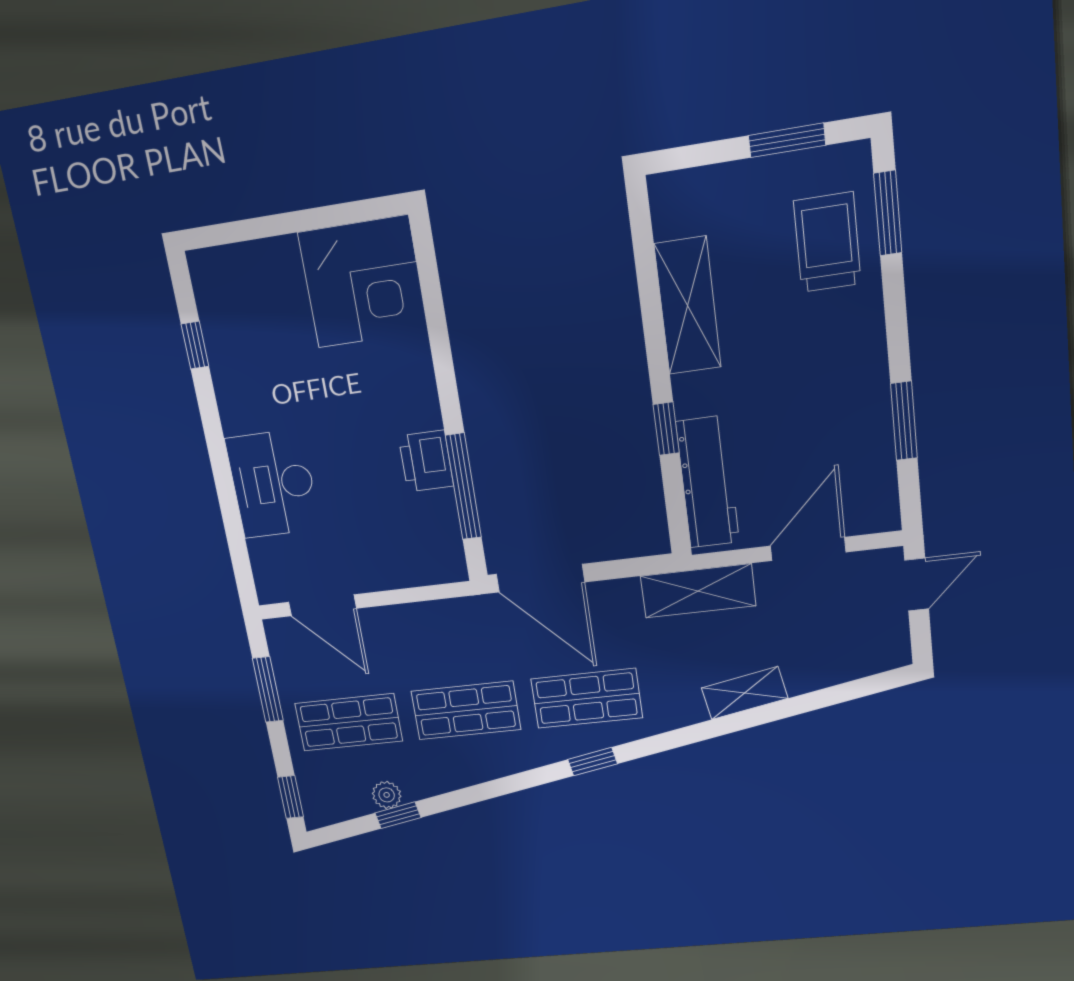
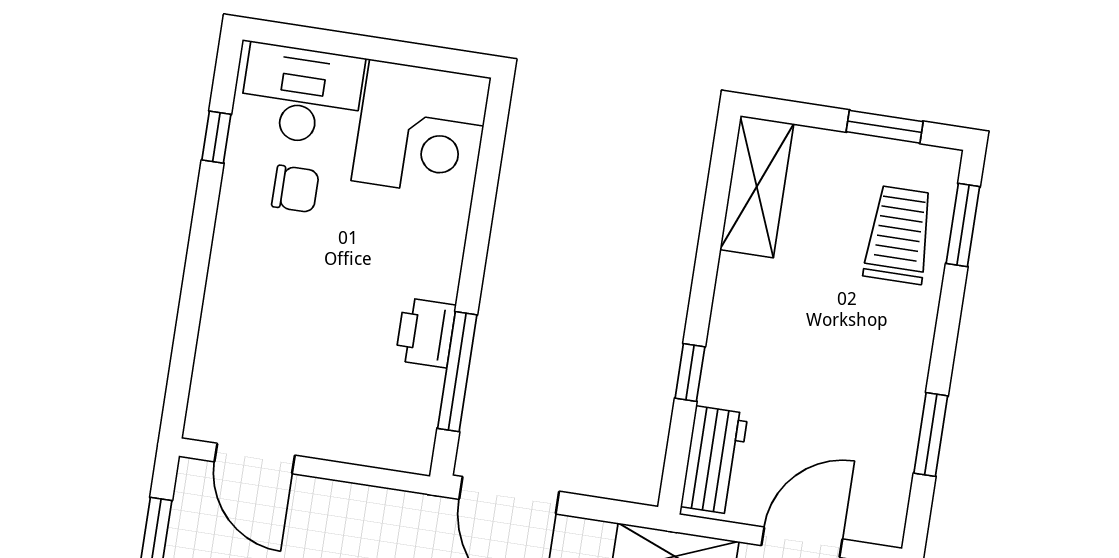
shelving: (688, 306) -> (757, 187), moved
chair: (276, 370) -> (295, 189), added
workbench: (708, 482) -> (714, 460), width x0.73
desk: (273, 484) -> (302, 95), moved, turned 90

